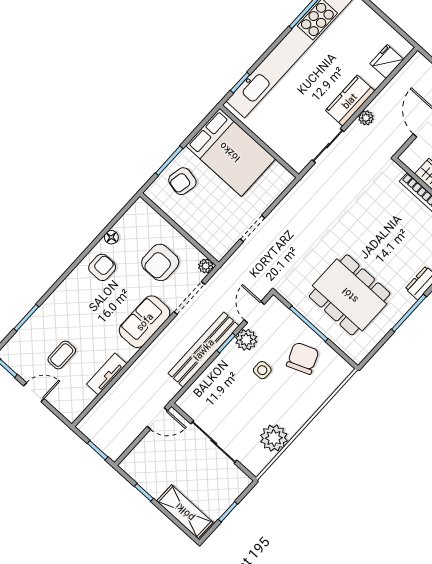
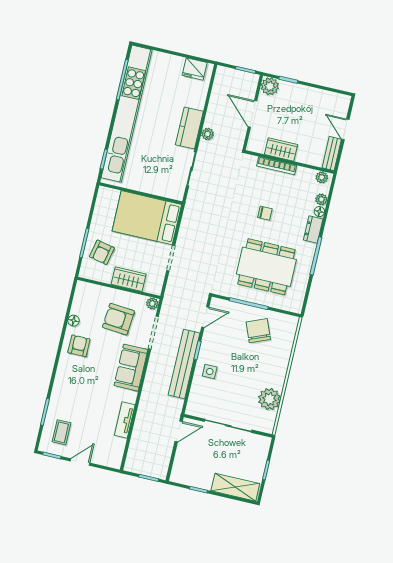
fridge: (387, 61) -> (195, 69), moved, turned -90
bed: (230, 152) -> (147, 218), moved, turned 180
wardrobe: (195, 226) -> (129, 279), added
chair: (380, 237) -> (265, 213), added
armchair: (160, 262) -> (118, 319), turned 95
door: (254, 312) -> (205, 317), swing flipped
plant: (246, 340) -> (211, 340), removed
coffee table: (62, 355) -> (61, 432), moved
side table: (262, 370) -> (210, 372), moved

